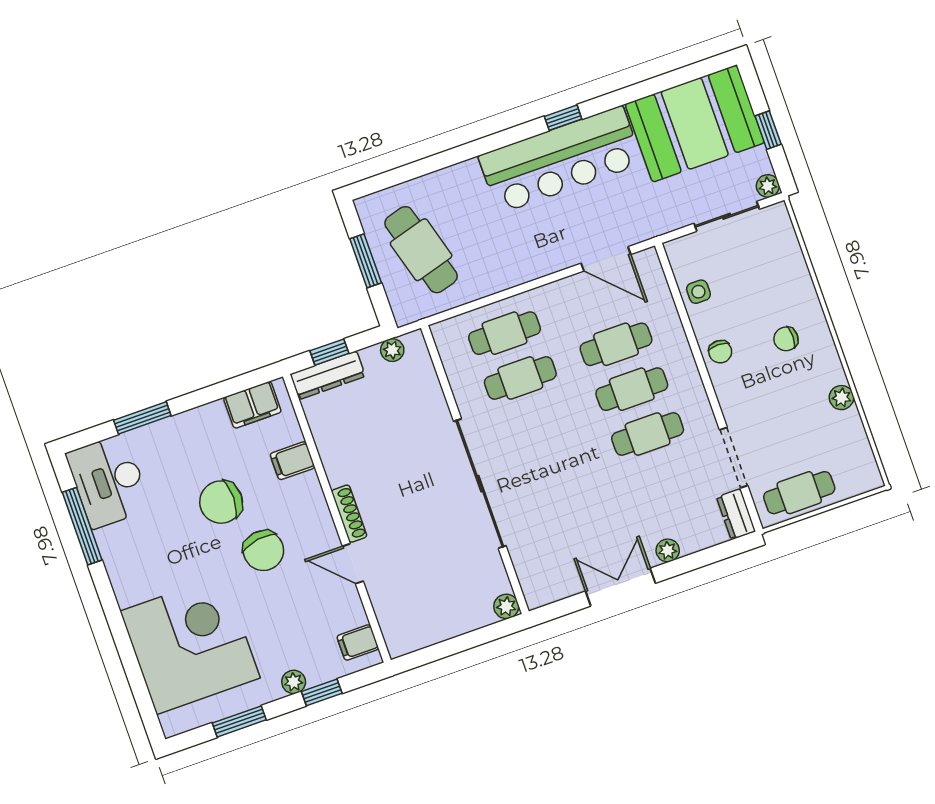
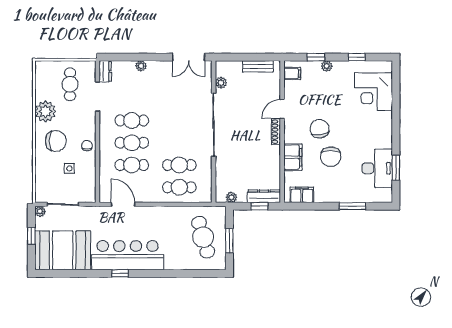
side table: (698, 292) -> (69, 168), moved
chair: (786, 339) -> (56, 141), width x1.87, depth x1.87
plant: (841, 398) -> (45, 111), width x1.87, depth x1.87
filing cabinet: (292, 461) -> (293, 157), width x2.00
desk: (108, 481) -> (377, 168), moved
cafe table: (799, 493) -> (70, 84), moved, turned 90
chair: (221, 502) -> (331, 157), turned 90
window: (82, 526) -> (396, 168), width x0.69
door: (353, 564) -> (282, 109), swing flipped
double door: (620, 587) -> (189, 57), moved
plant: (506, 606) -> (221, 83), moved
bench: (432, 632) -> (258, 66), added
corner desk: (190, 645) -> (373, 92), width x0.74, depth x0.74
window: (239, 721) -> (357, 57), width x0.67

